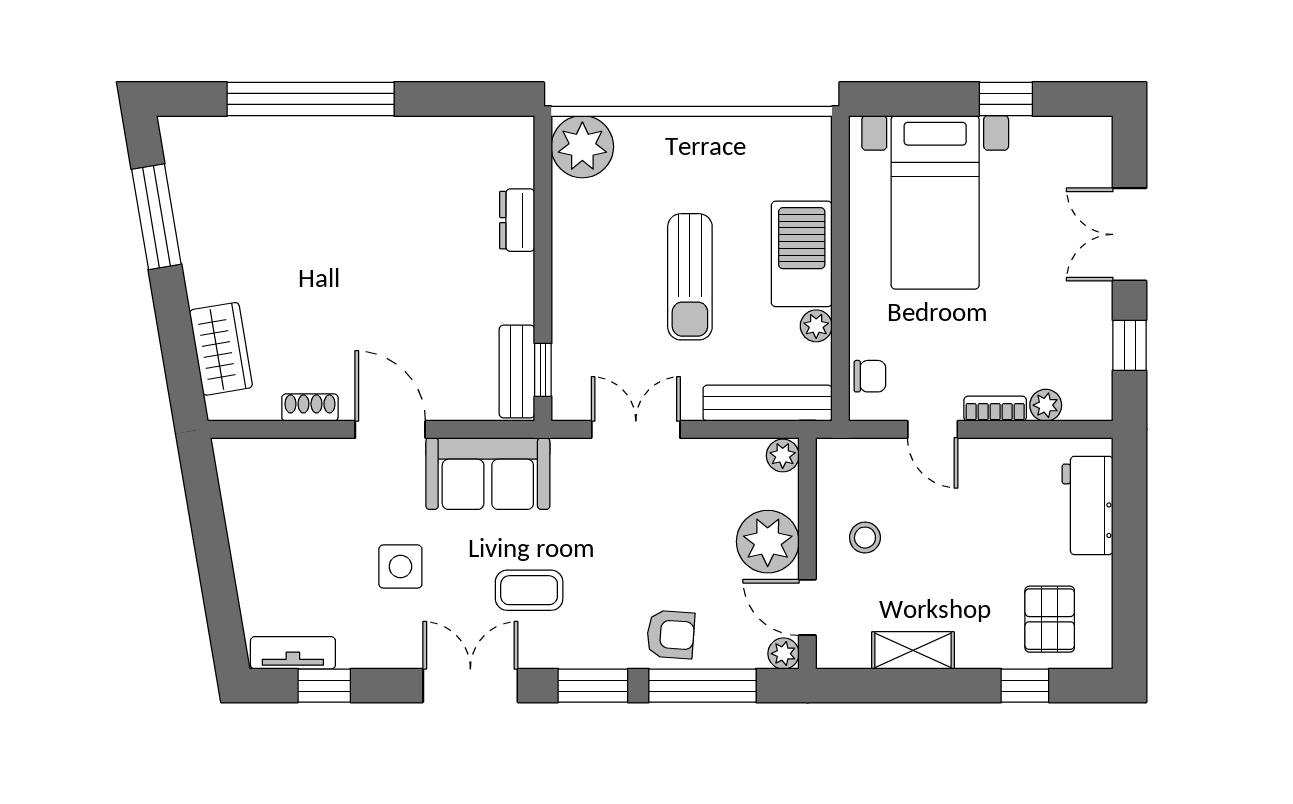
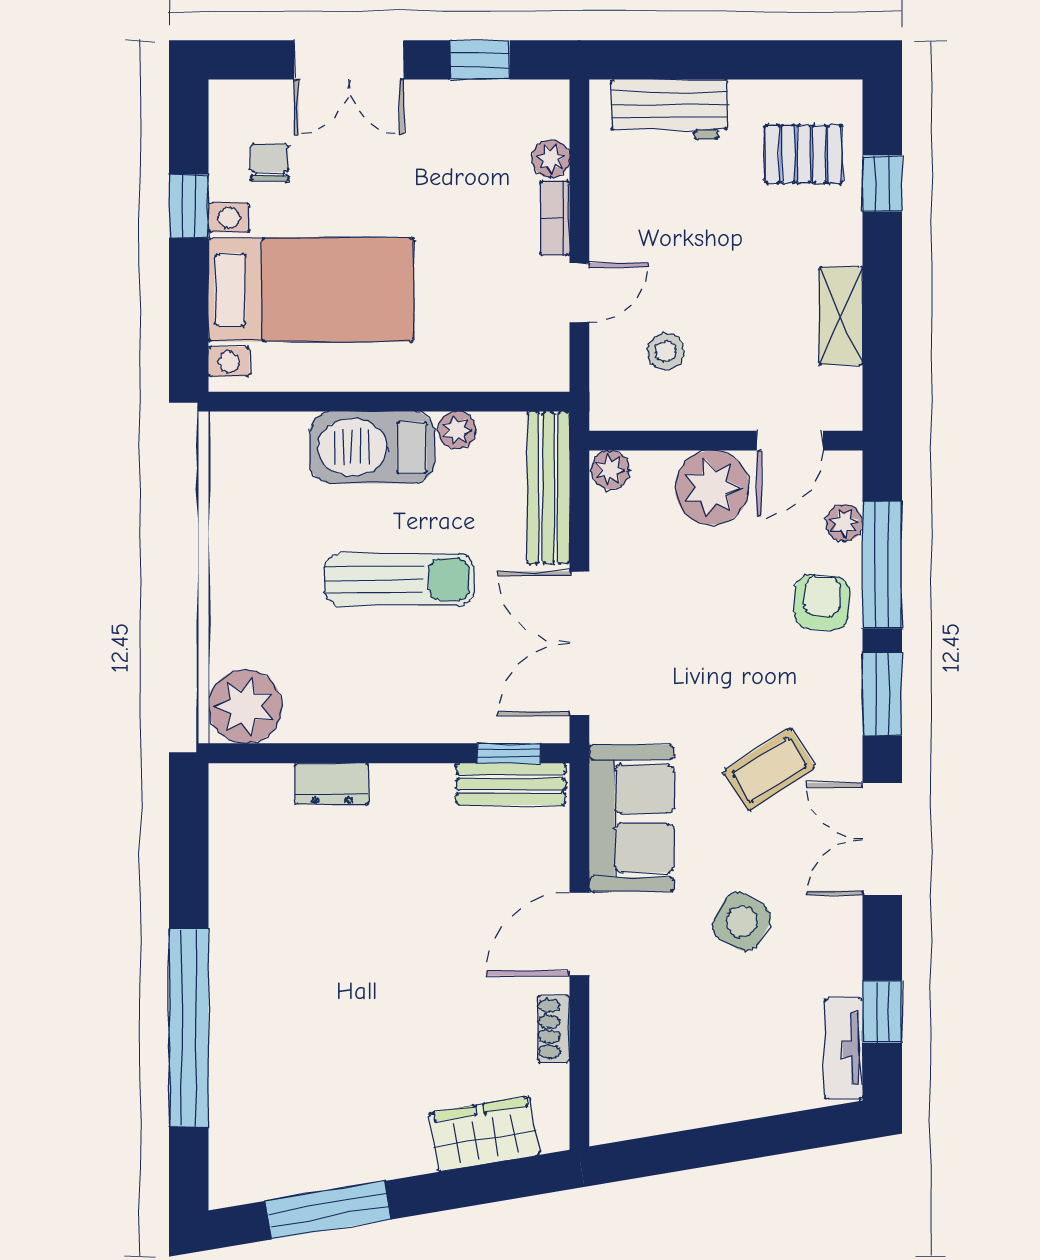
chair: (870, 376) -> (270, 162), moved
double door: (636, 429) -> (579, 644), width x1.37
stool: (865, 538) -> (666, 352), moved
side table: (400, 567) -> (741, 922), turned 30
coffee table: (529, 590) -> (769, 770), turned 57
plant: (784, 654) -> (844, 523), moved

